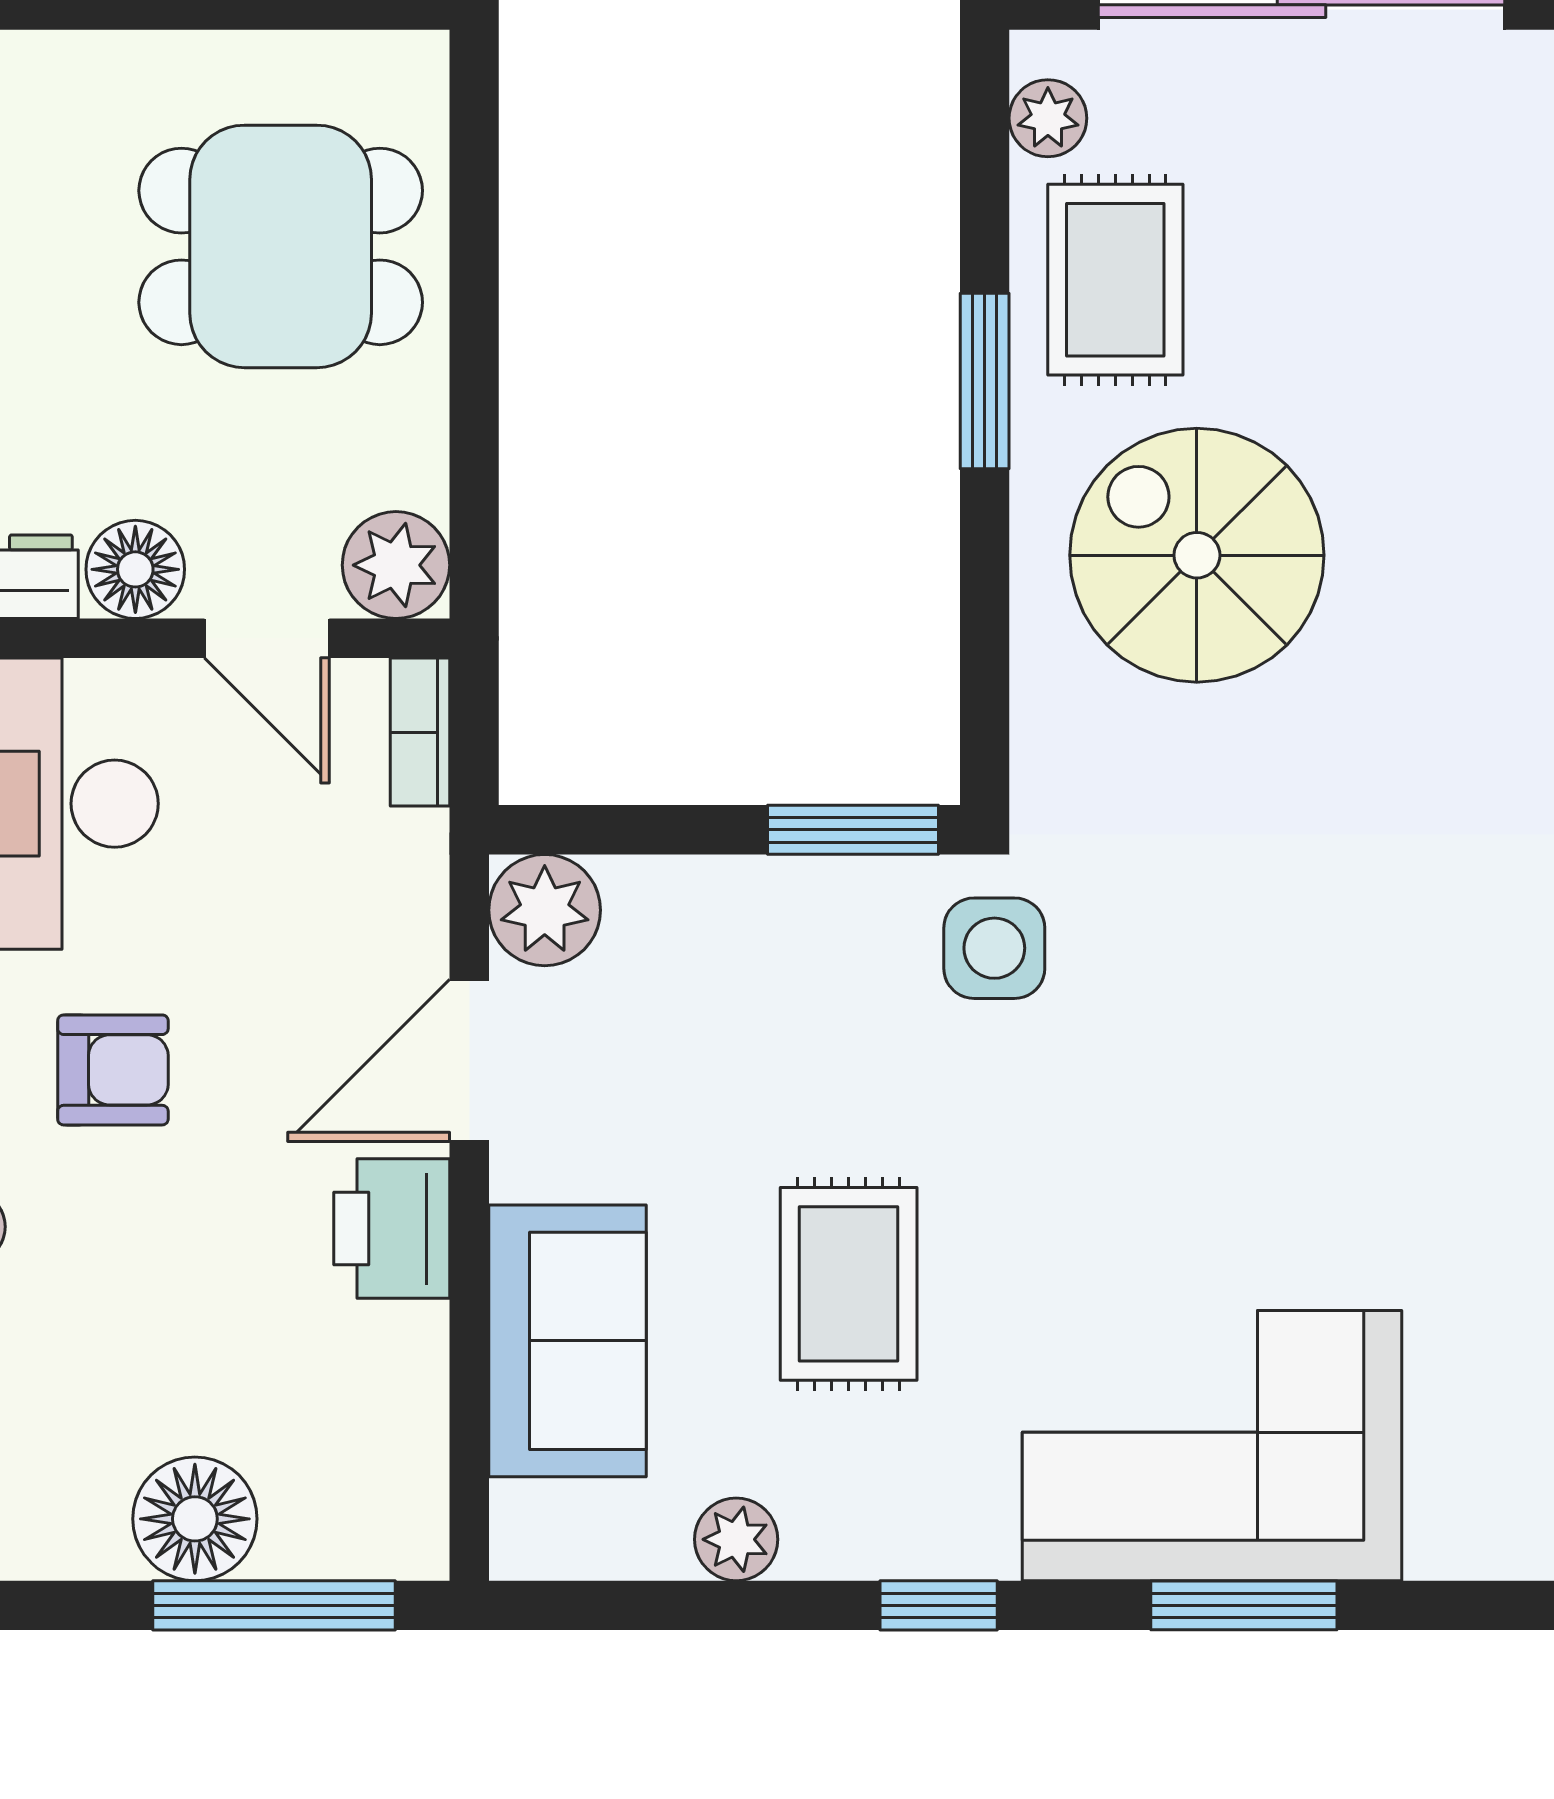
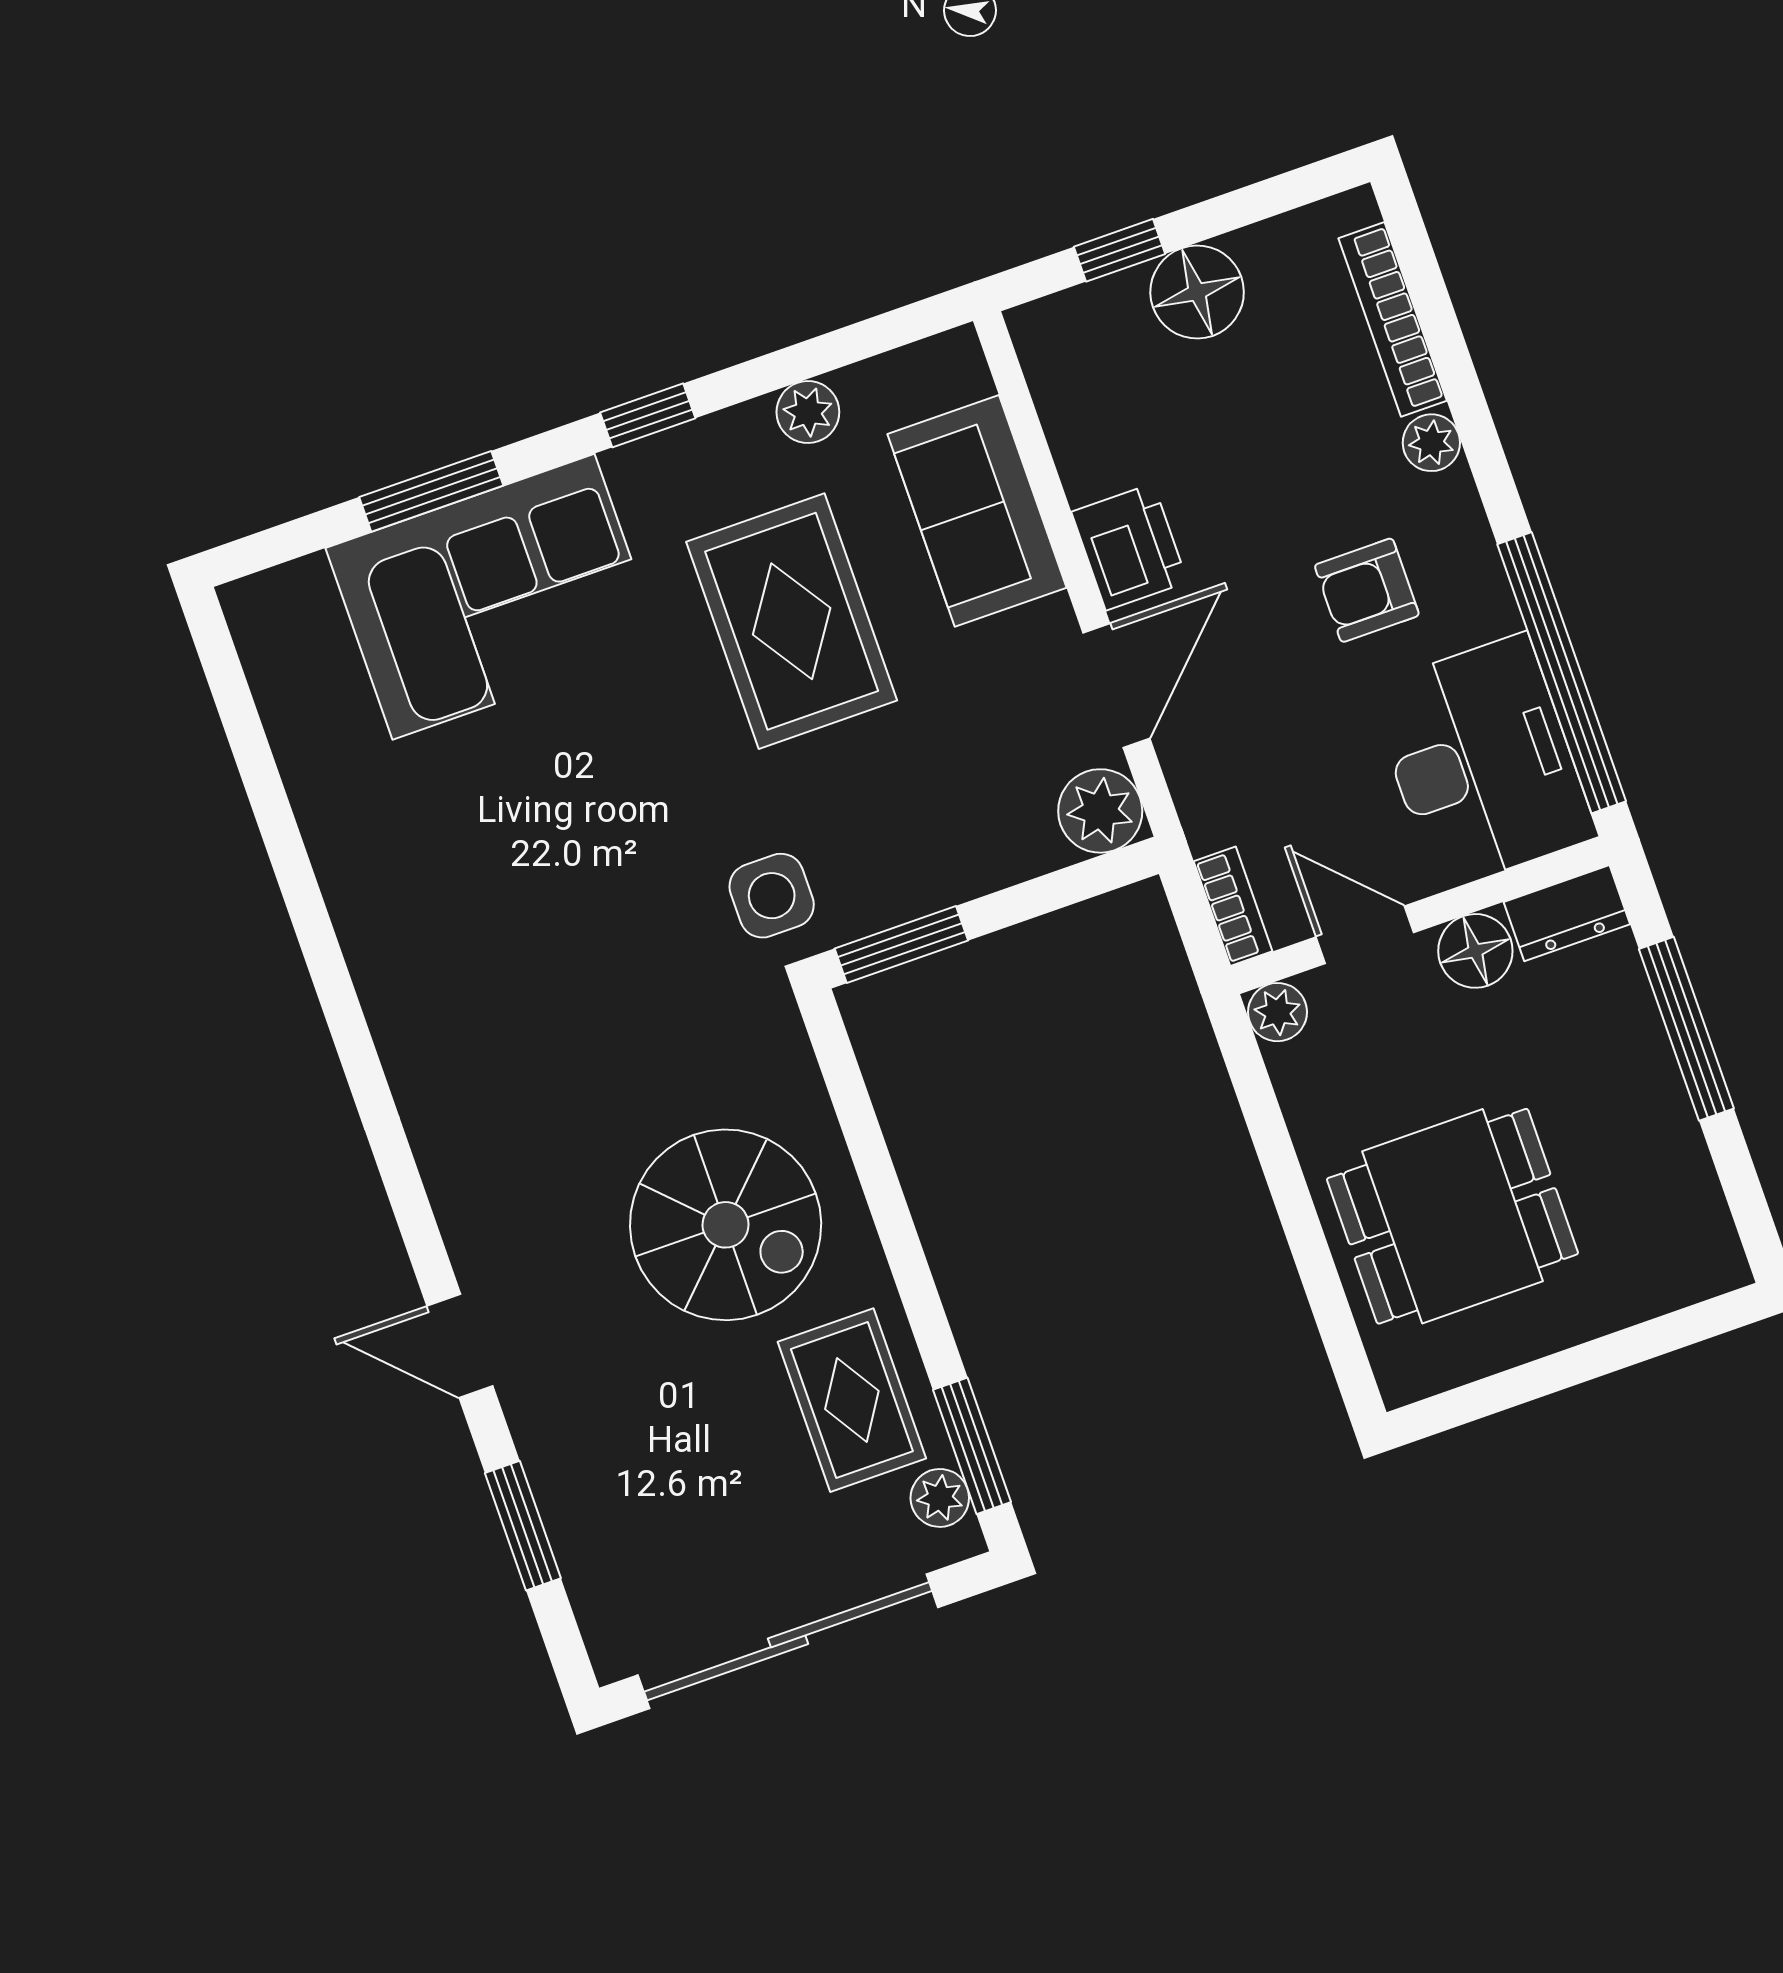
window: (985, 381) -> (972, 1446), moved
plant: (396, 565) -> (1277, 1012), width x0.73, depth x0.73
rug: (849, 1284) -> (792, 621), width x1.36, depth x1.43
window: (274, 1605) -> (1119, 250), width x0.46

